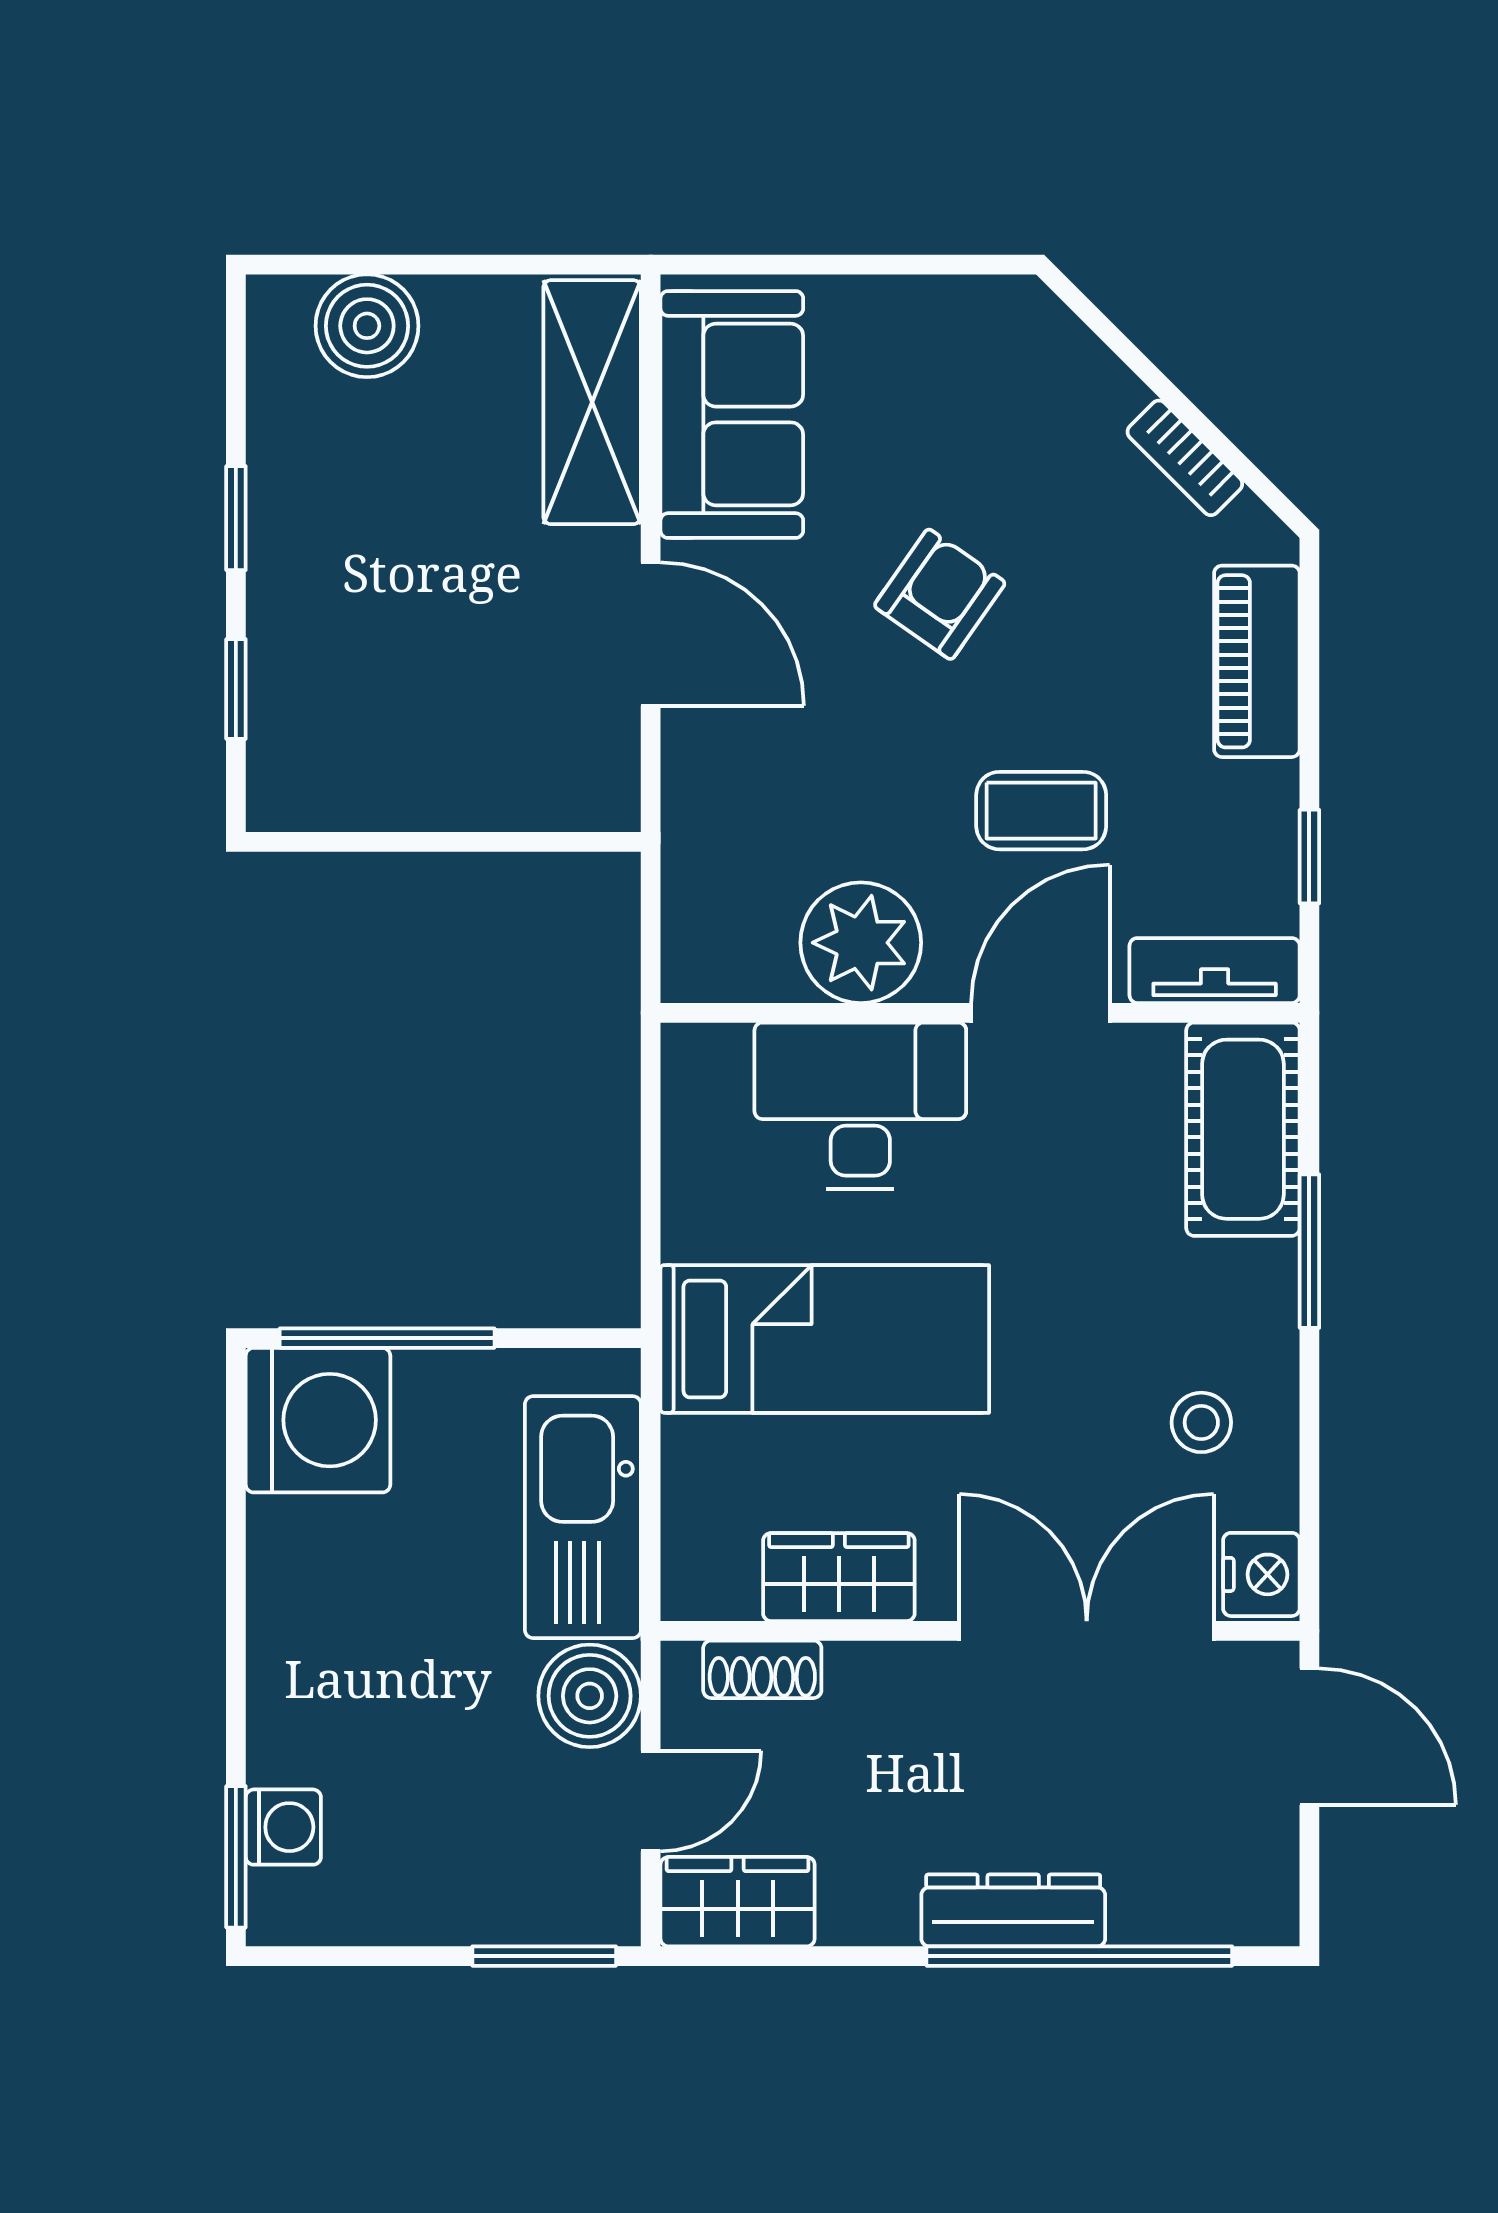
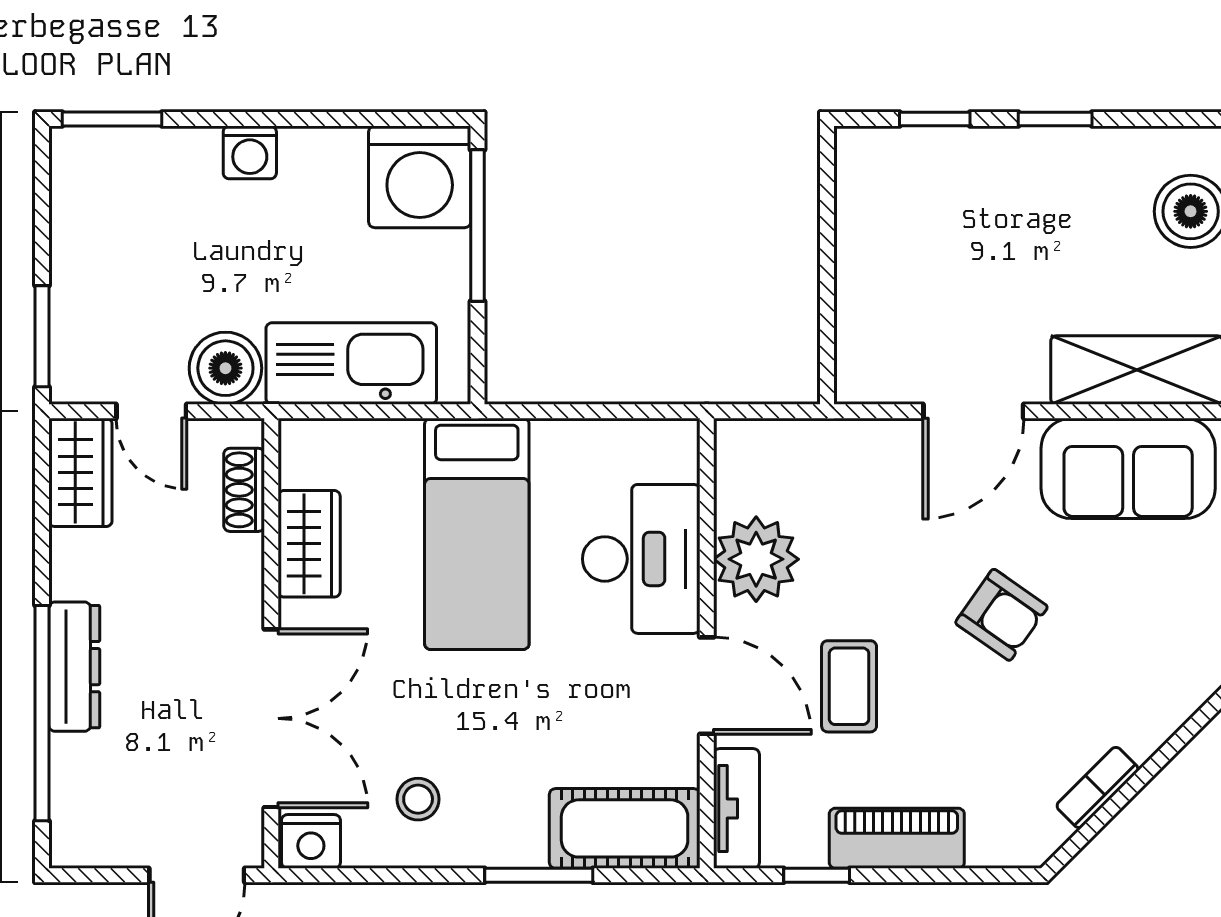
piano: (1257, 661) -> (897, 838), moved
washing machine: (283, 1827) -> (250, 152), moved

